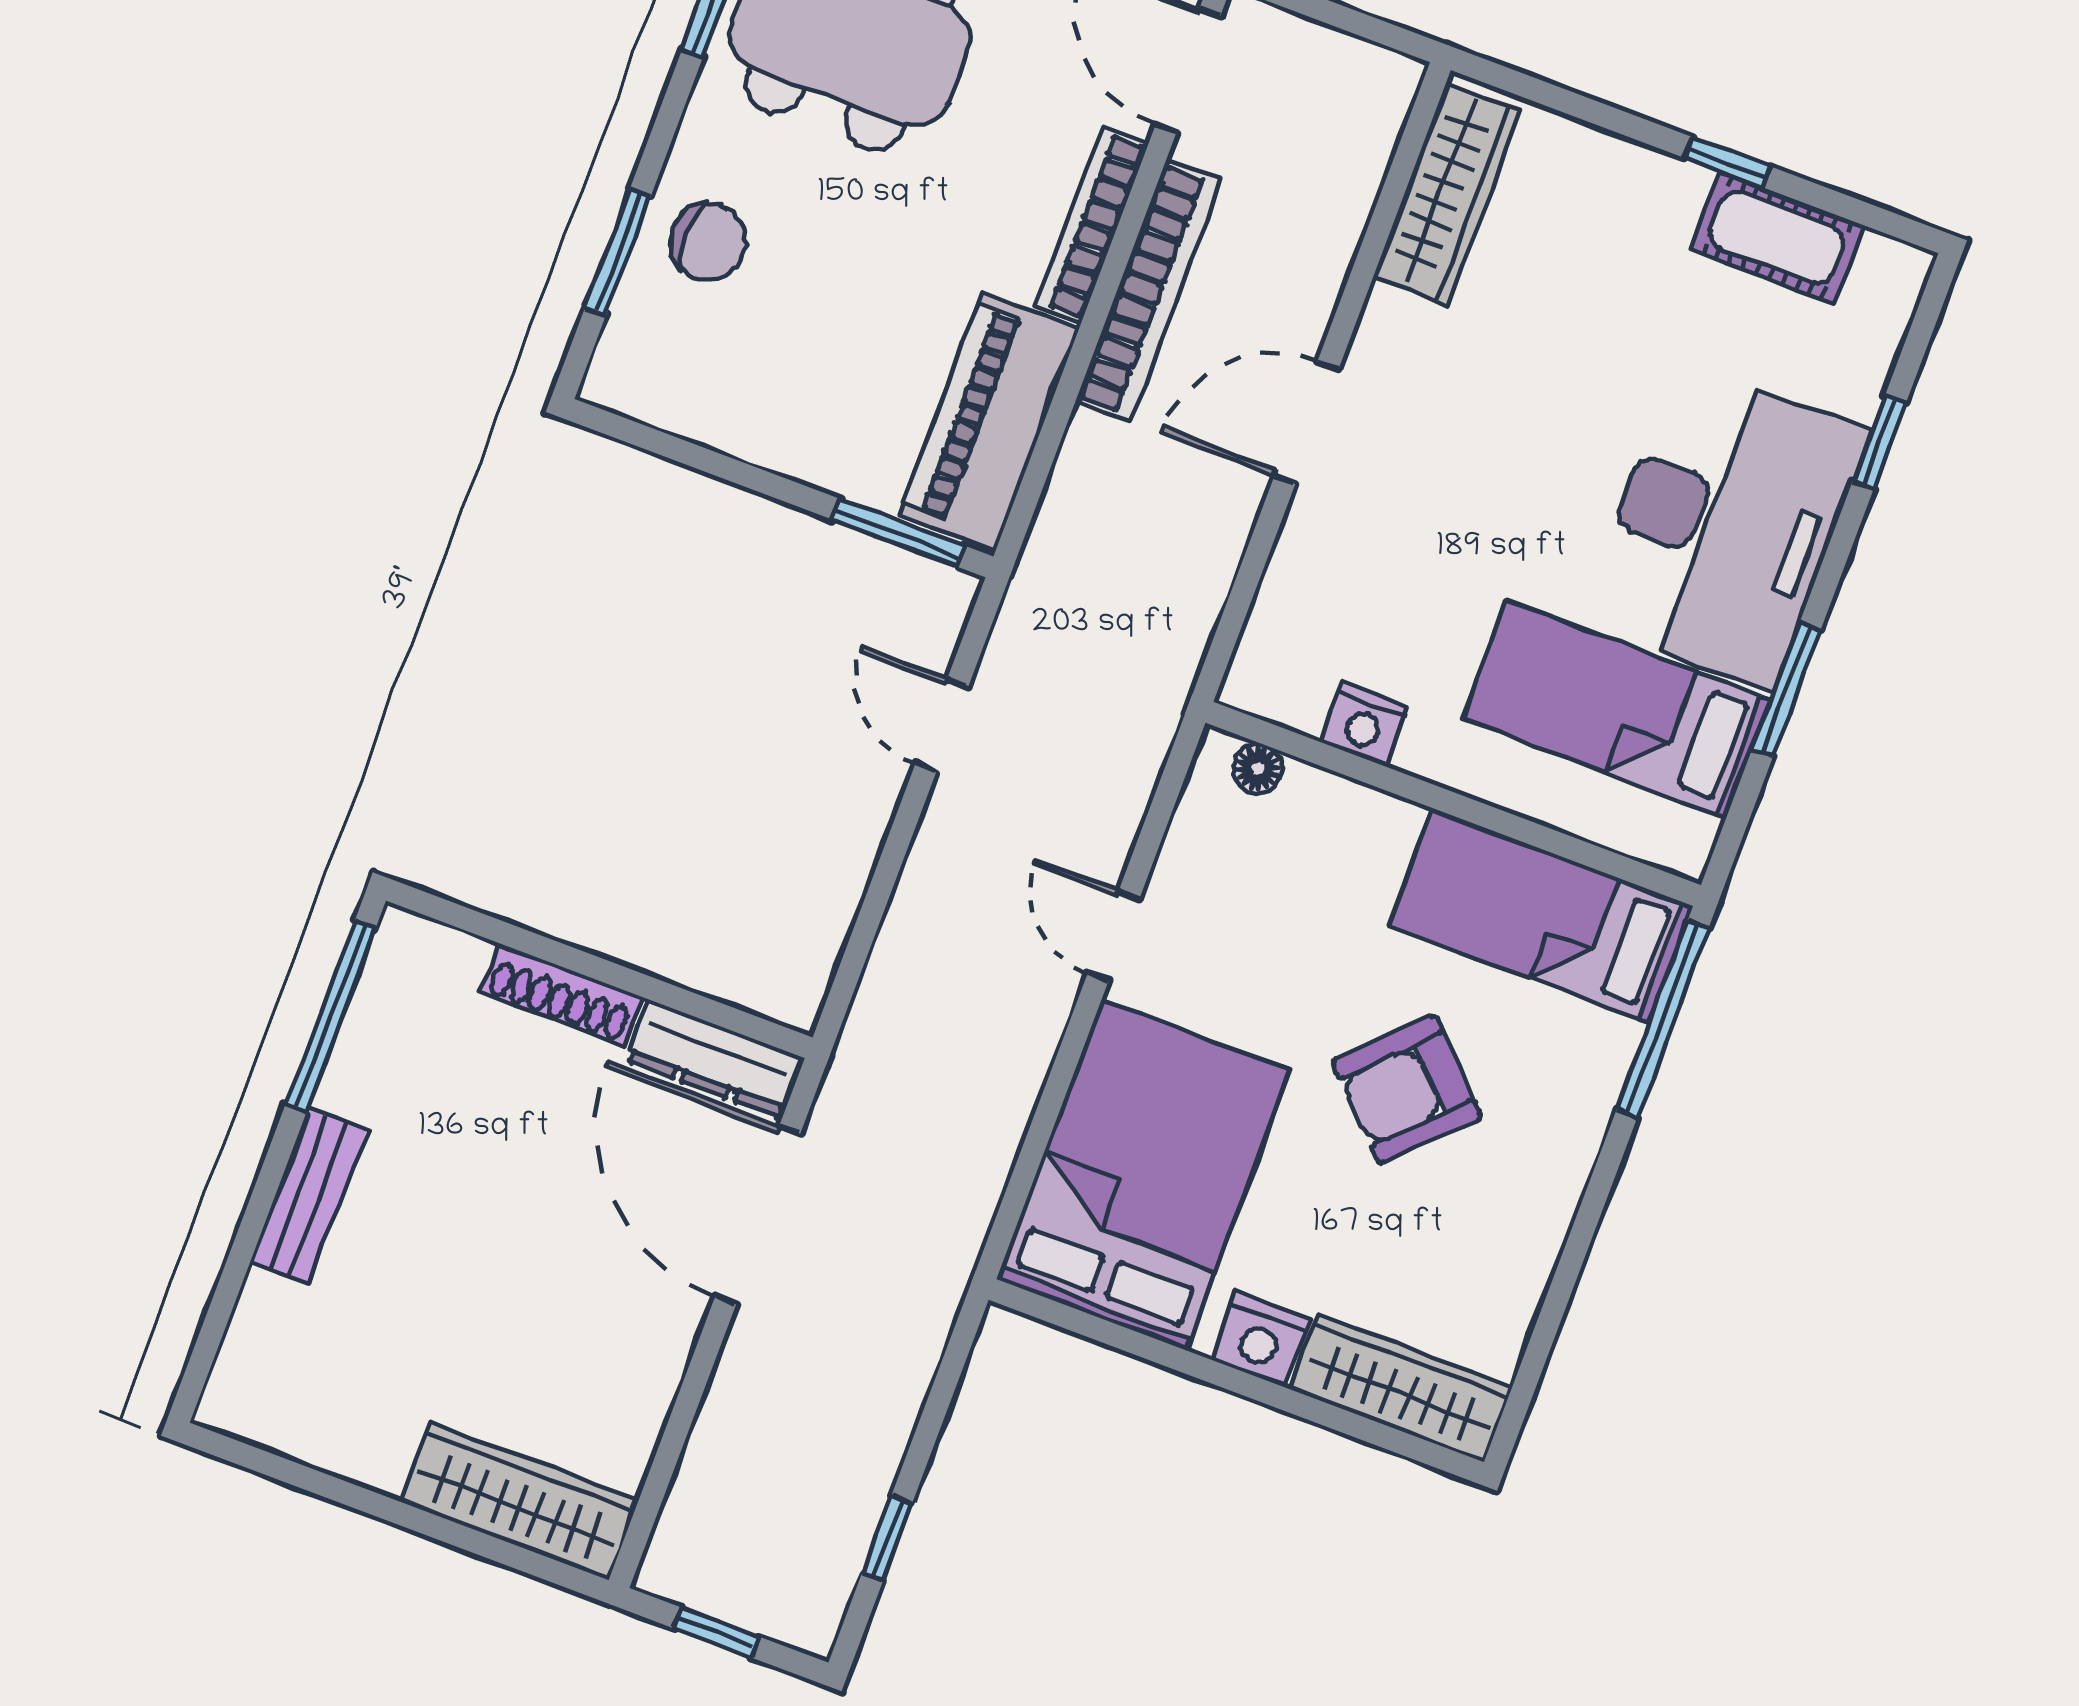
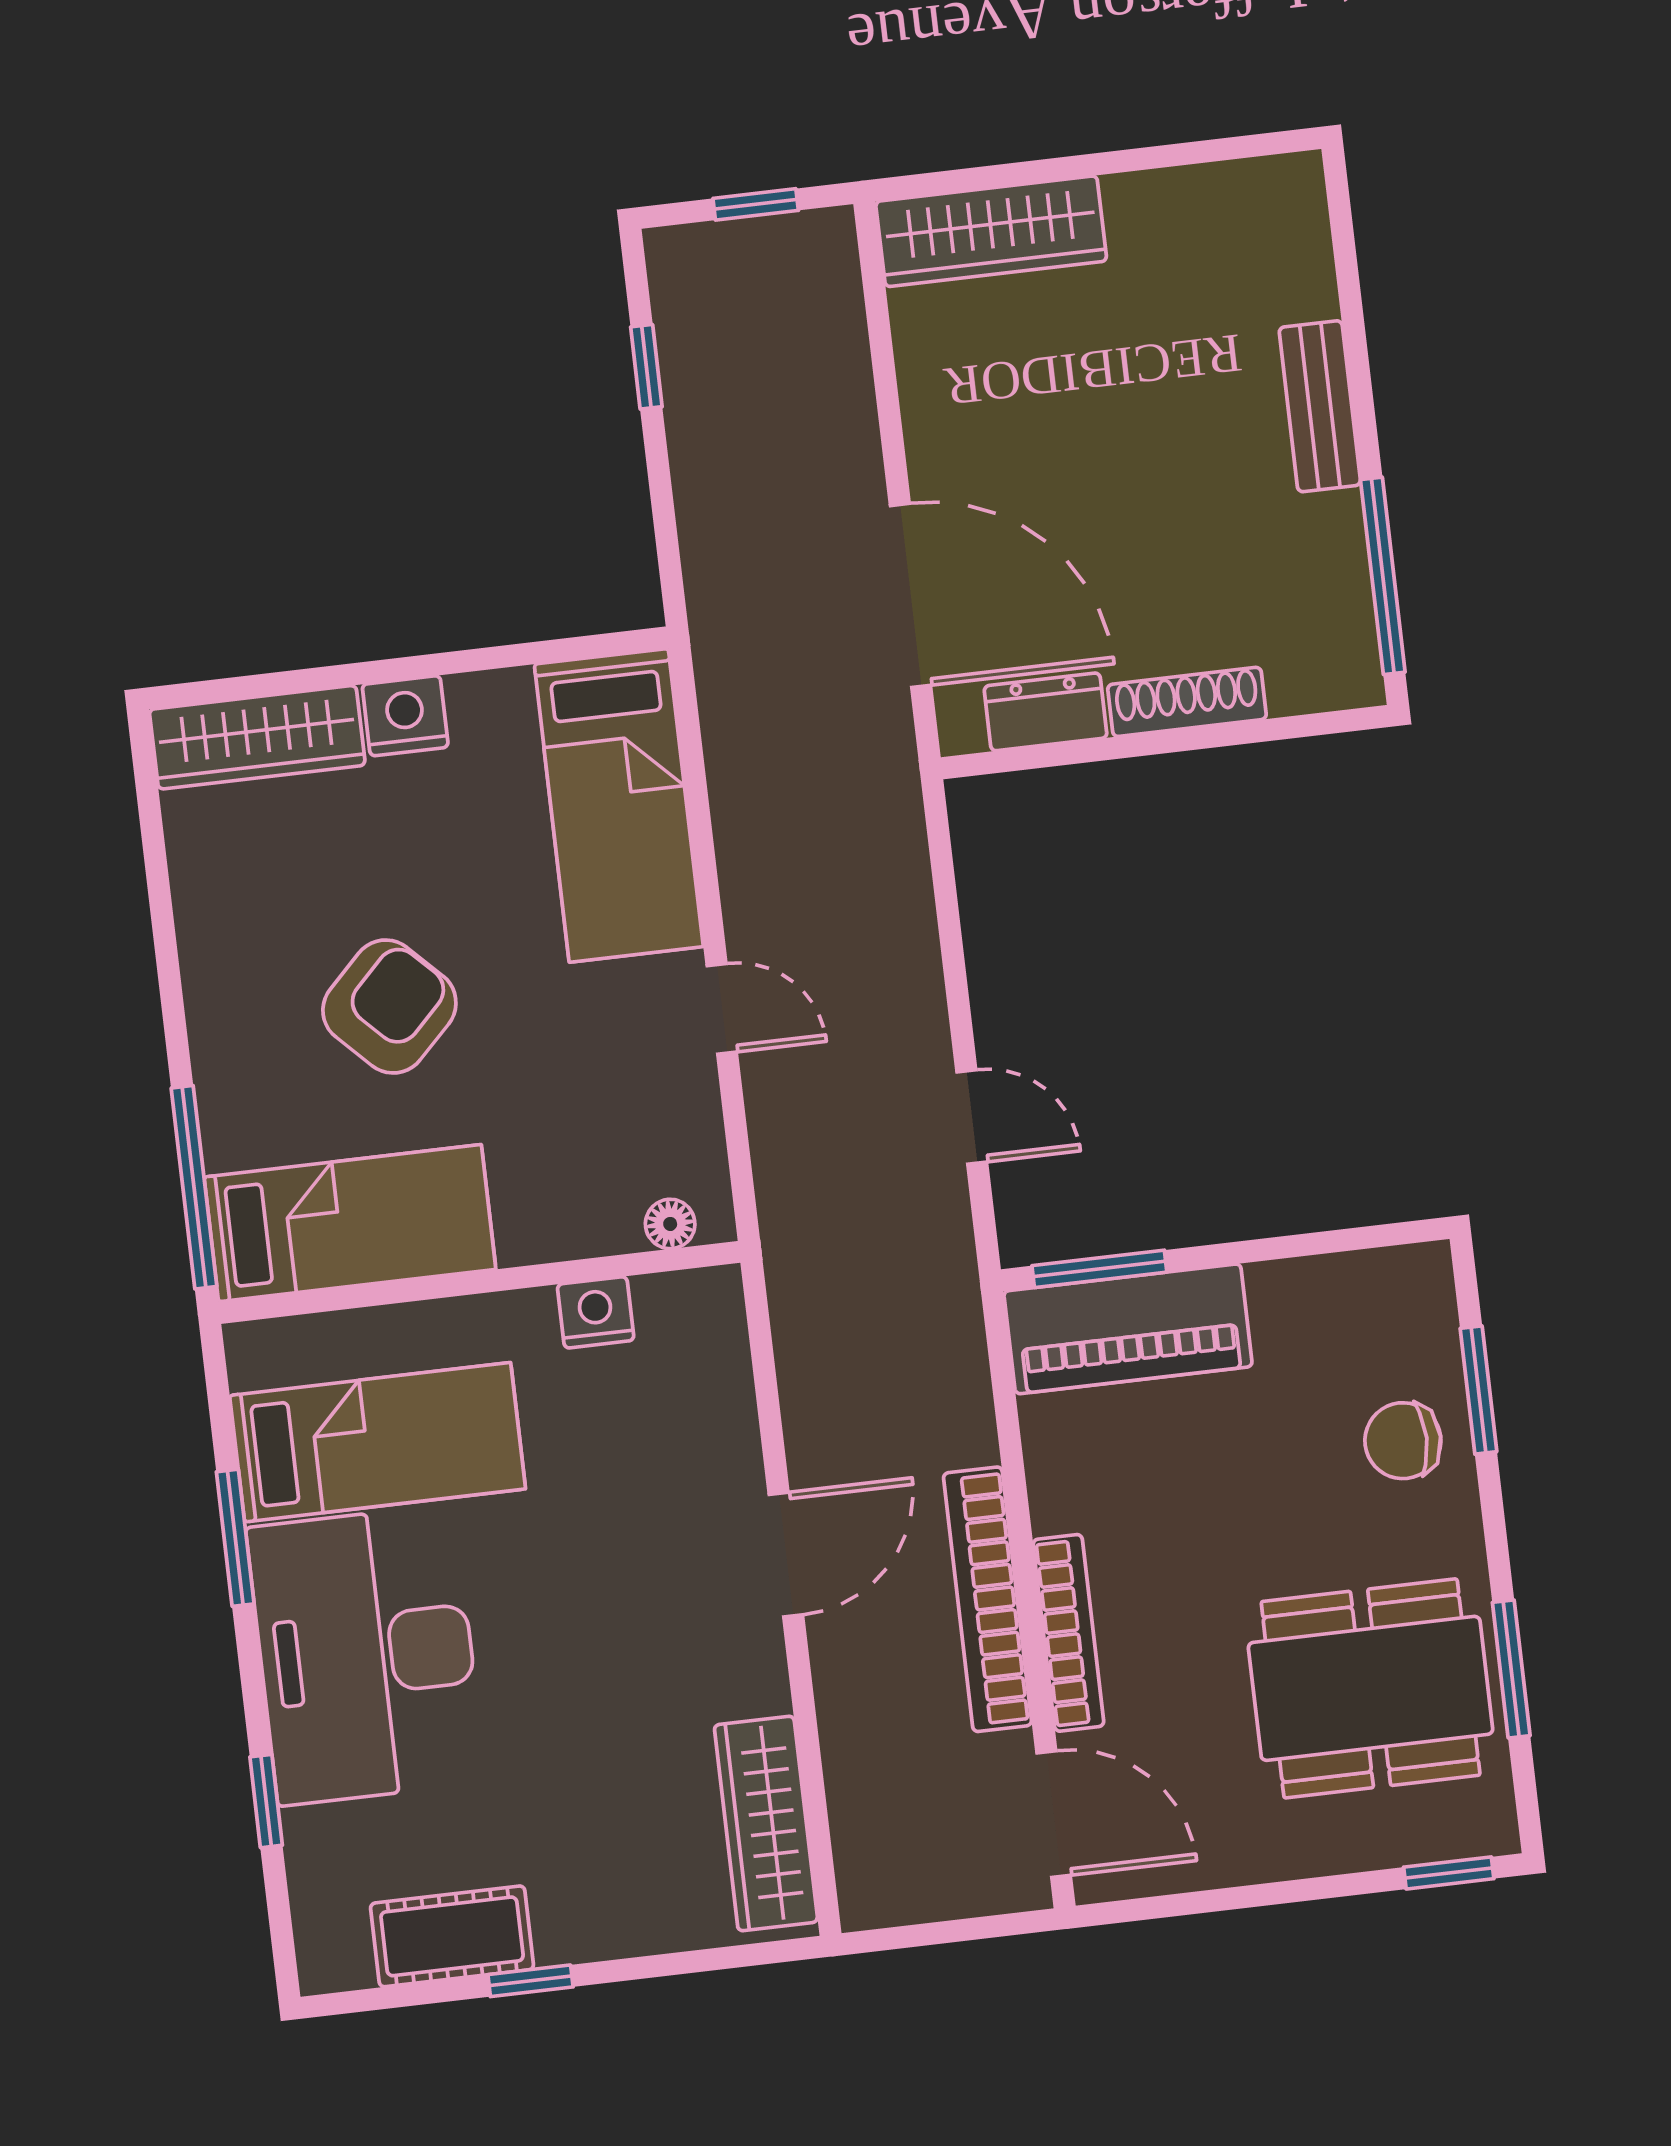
piano: (989, 422) -> (1128, 1329), moved, turned 90
dresser: (715, 1059) -> (1046, 712), width x0.70
bed: (1143, 1175) -> (619, 805), width x0.67

